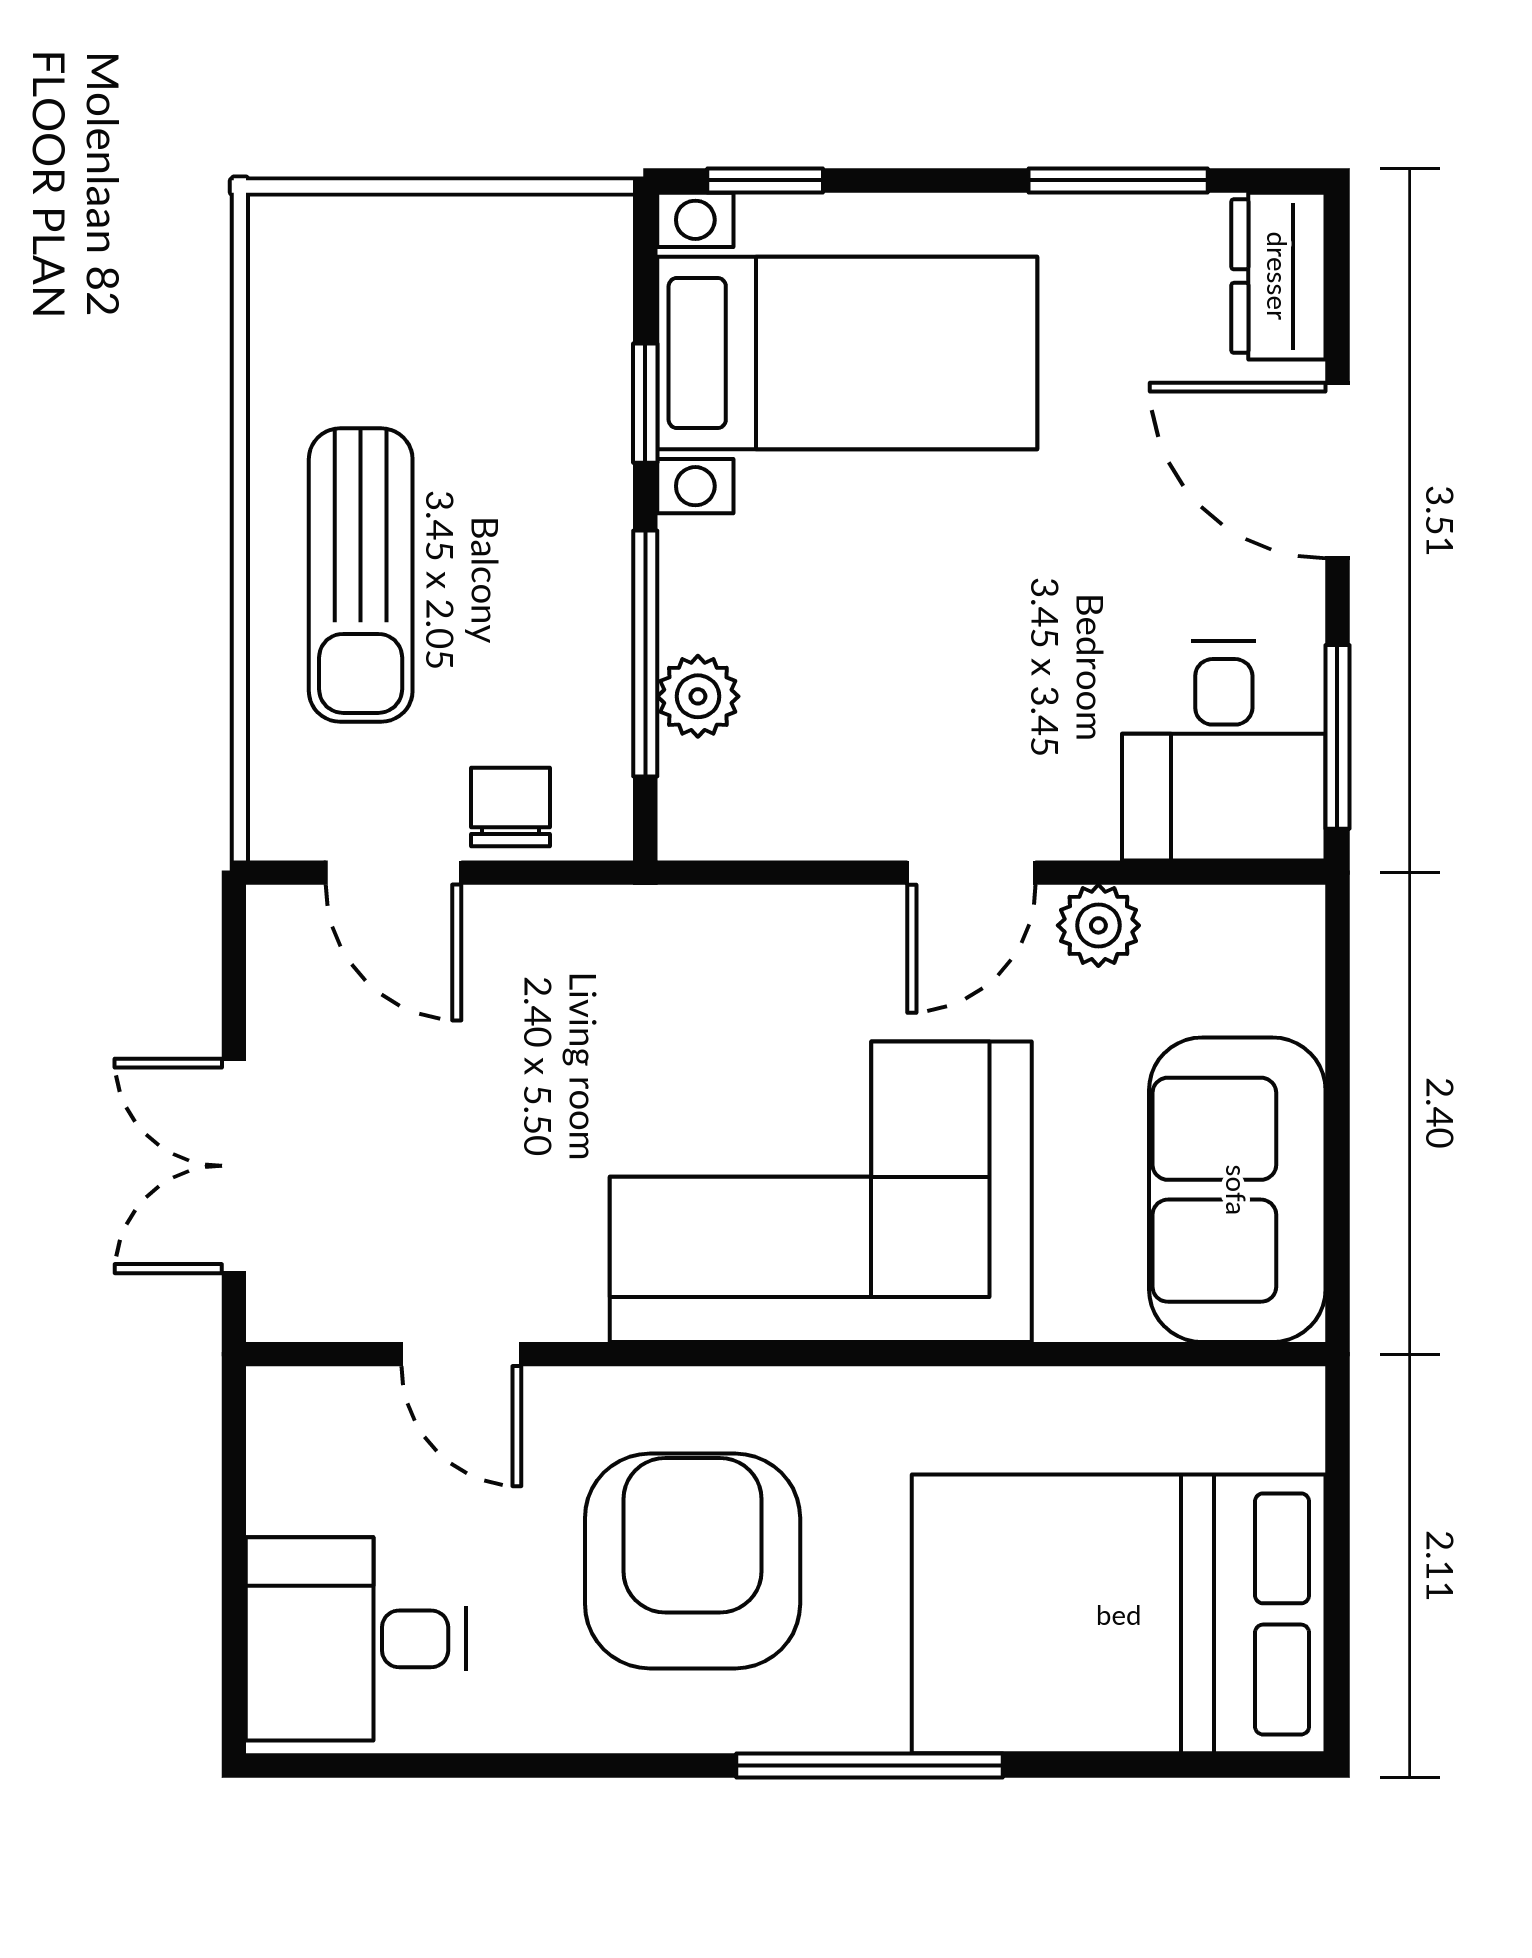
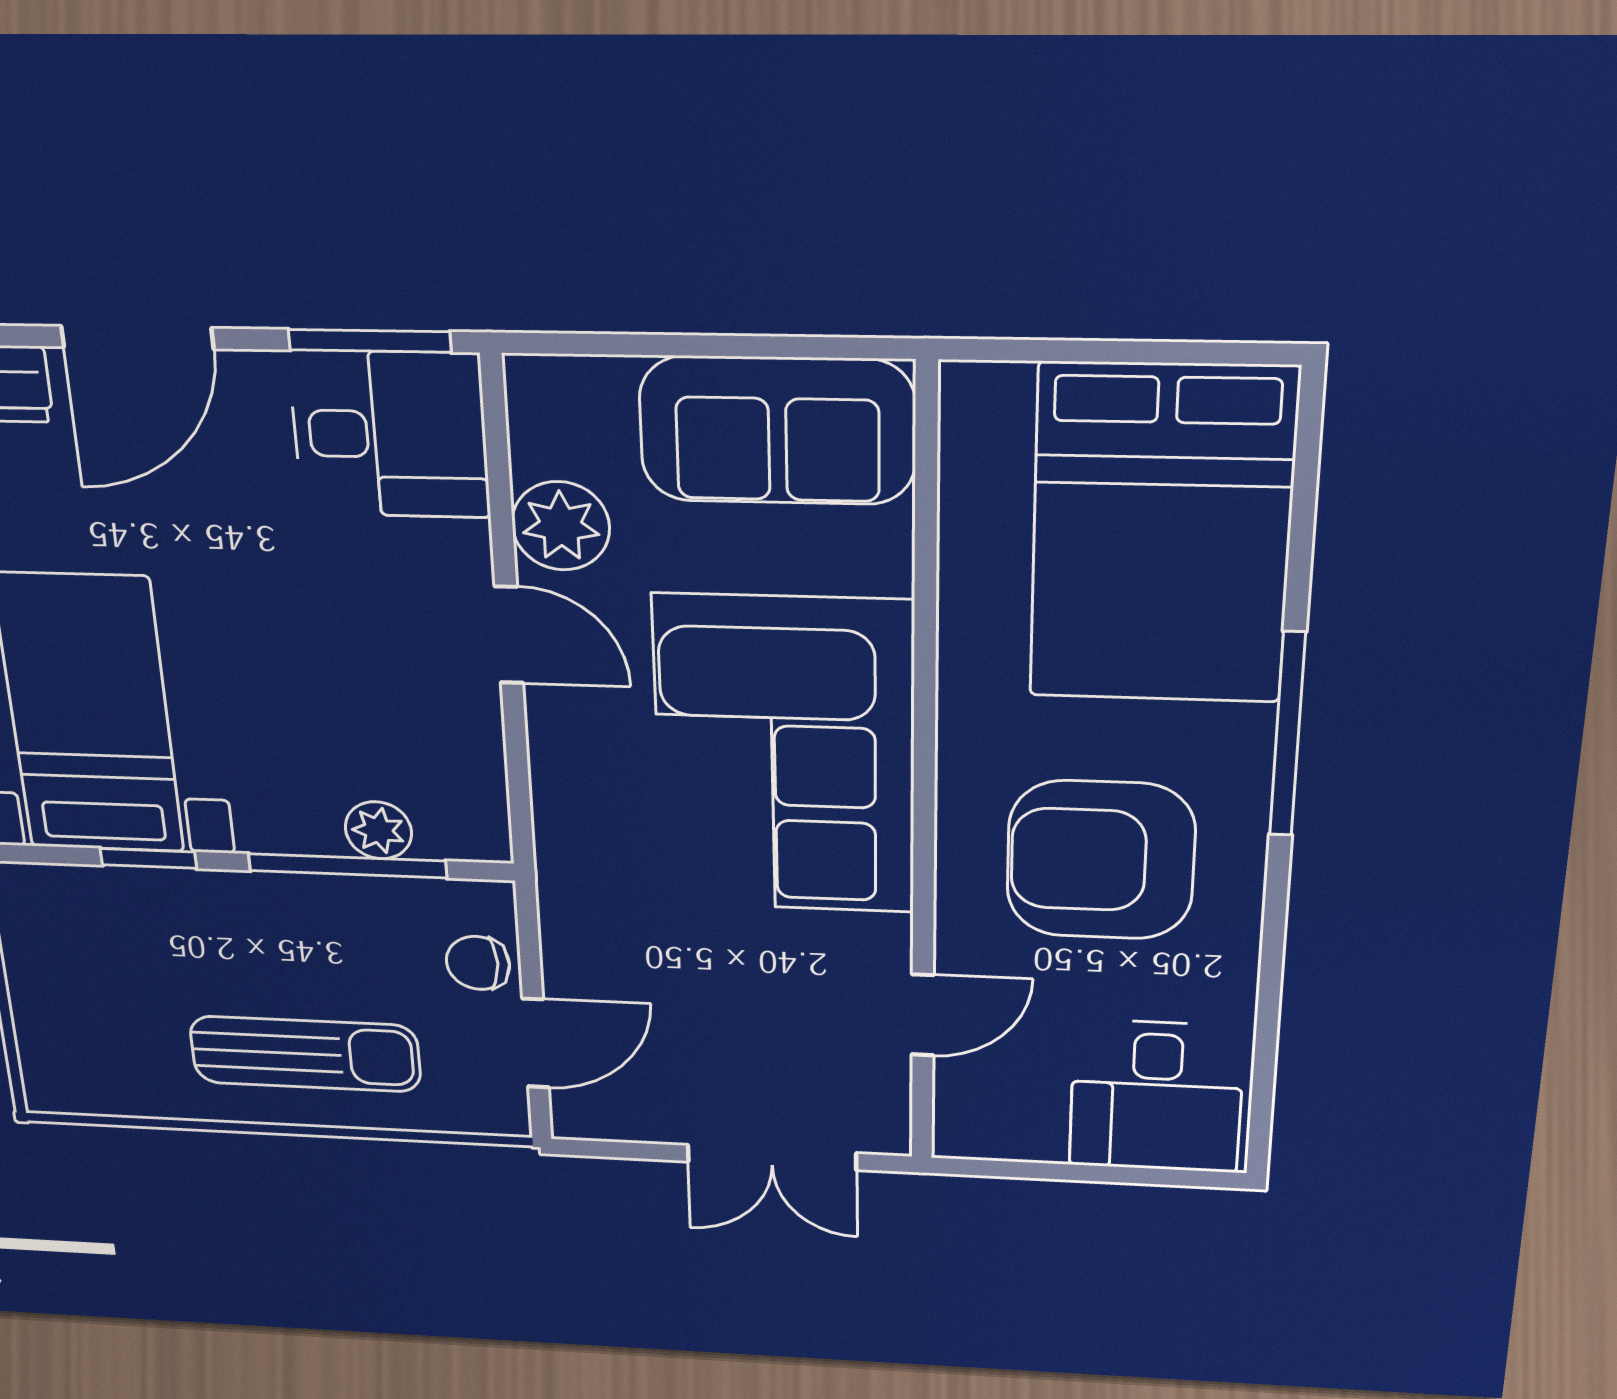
plant: (1098, 925) -> (561, 526), width x1.38, depth x1.38

